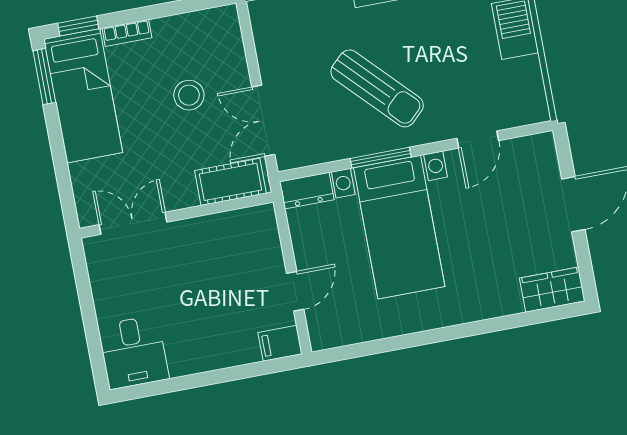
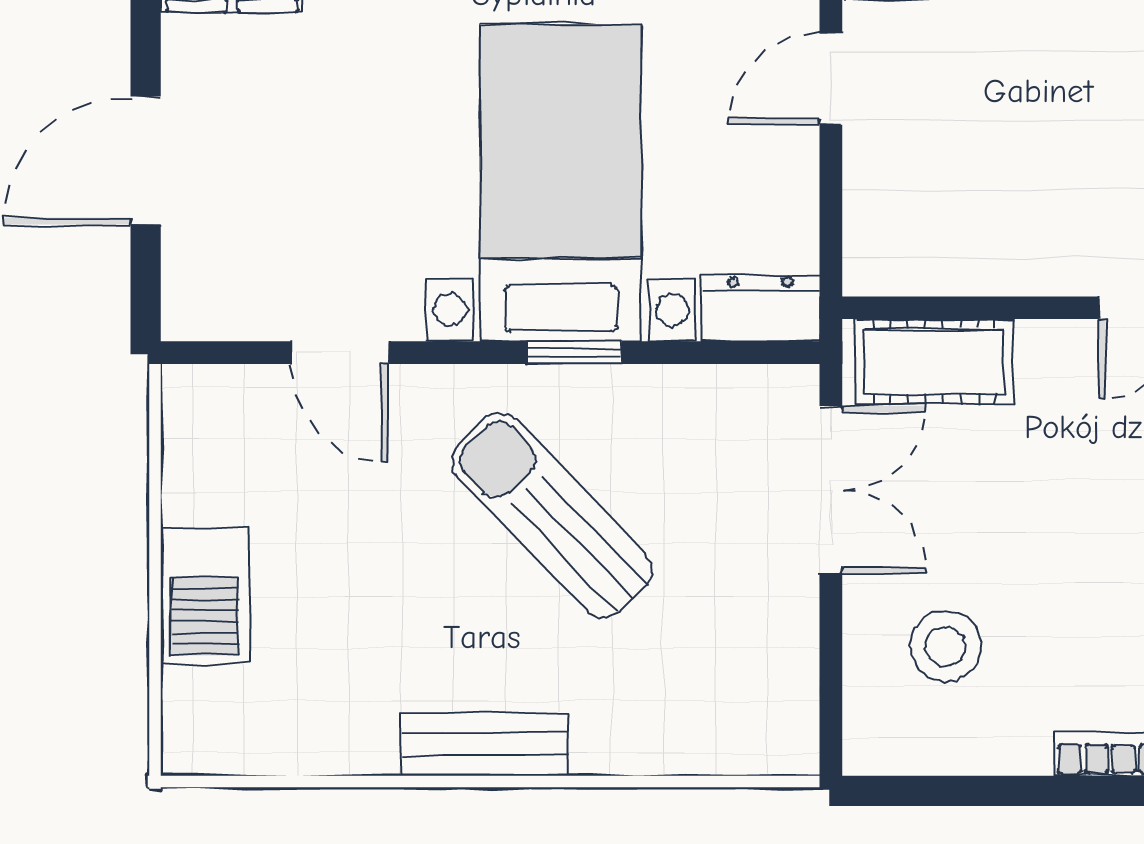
stool: (189, 95) -> (945, 646), moved
door: (478, 139) -> (340, 353), swing flipped
window: (381, 158) -> (574, 353), width x0.67

